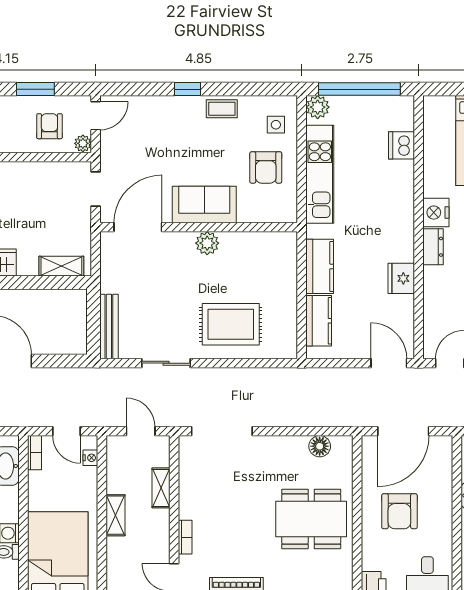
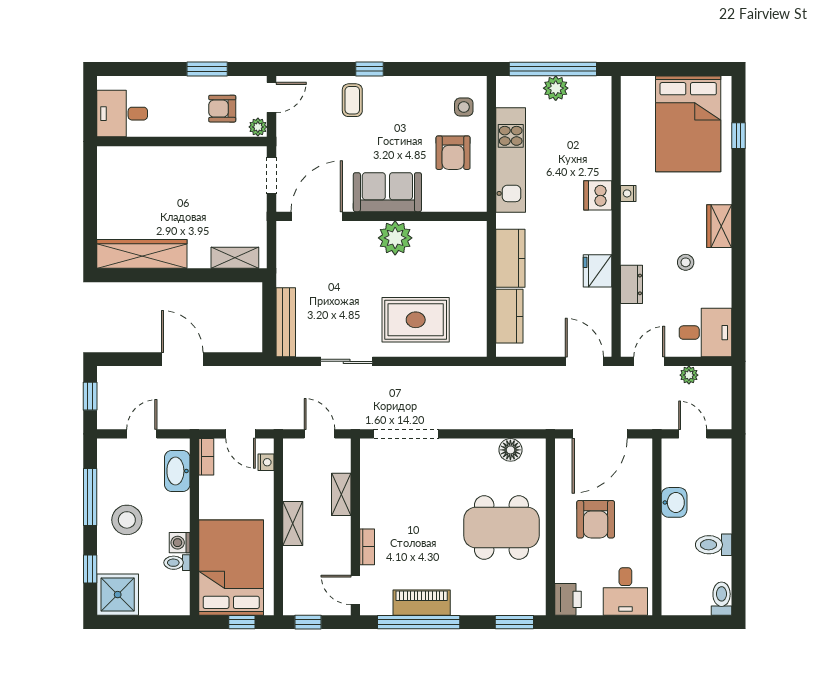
plant: (318, 107) -> (556, 88), moved
coffee table: (222, 109) -> (352, 100), moved, turned 90
armchair: (49, 126) -> (222, 109), turned -90
dishwasher: (401, 145) -> (598, 195), moved
nightstand: (436, 213) -> (628, 193), width x0.53, depth x0.56
plant: (207, 243) -> (395, 238), width x1.36, depth x1.36
dresser: (433, 247) -> (631, 284), moved

